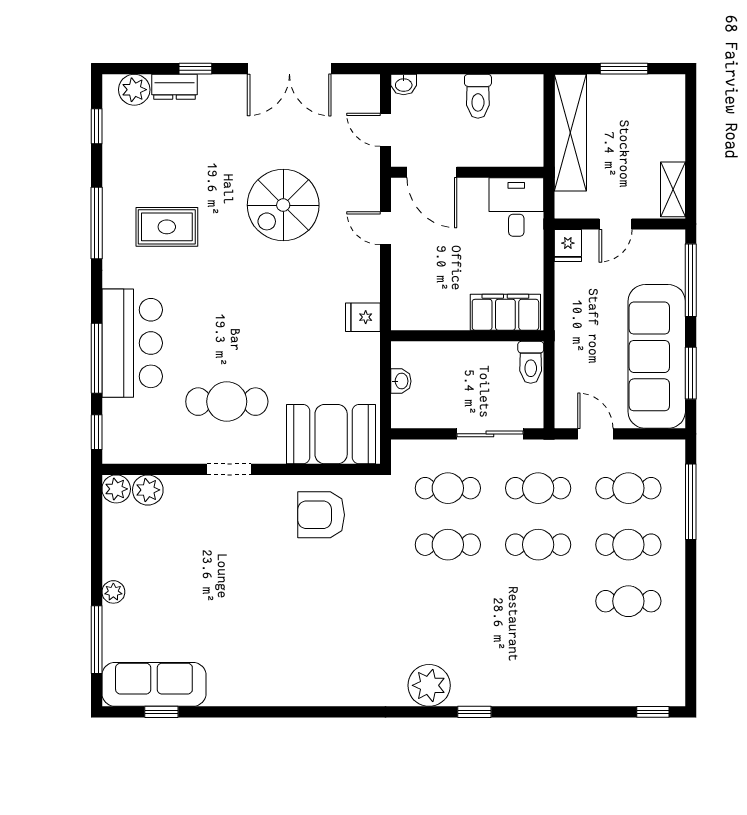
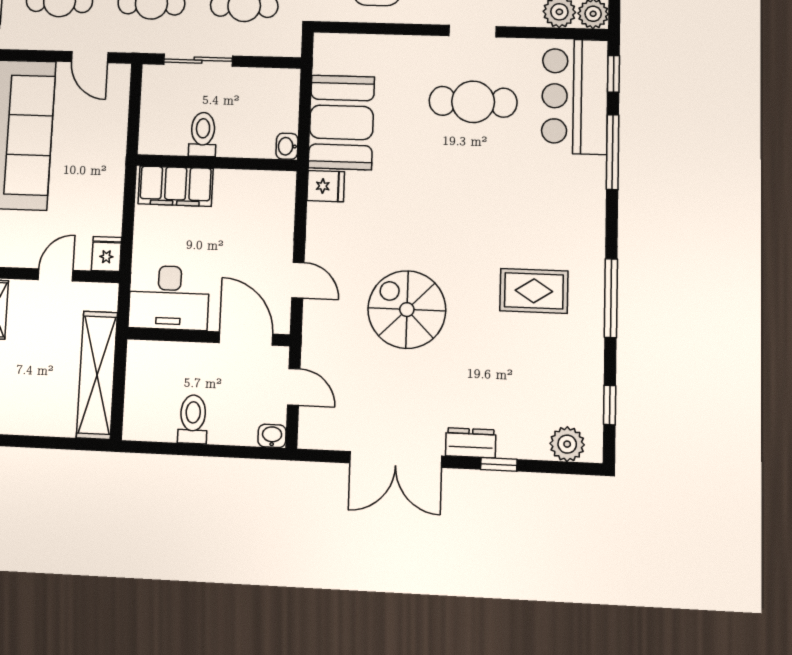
double door: (289, 69) -> (396, 459), swing flipped
window: (624, 69) -> (36, 442), removed
dresser: (175, 87) -> (471, 443), moved
spiral stairs: (283, 205) -> (407, 310), turned -90
desk: (516, 207) -> (169, 298), width x1.37
bar counter: (132, 343) -> (575, 96), moved
toilet: (531, 362) -> (203, 134), moved
washbasin: (401, 381) -> (287, 146), moved
booth: (331, 434) -> (341, 122), moved, turned 90

